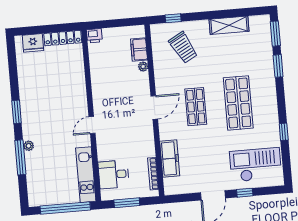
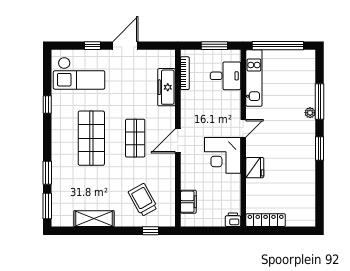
fridge: (33, 43) -> (255, 168), moved, turned 90
plant: (143, 67) -> (186, 184), removed
corner desk: (110, 97) -> (223, 155), added

